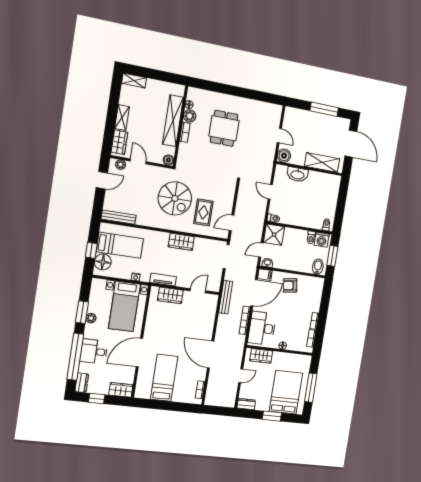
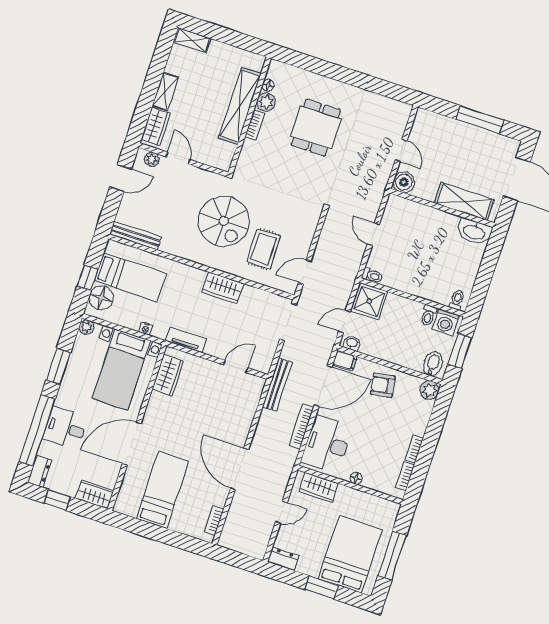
boiler: (168, 160) -> (223, 163), removed
washbasin: (297, 174) -> (474, 232), moved
plant: (318, 283) -> (429, 390), added
wardrobe: (170, 295) -> (168, 375), moved, turned -90
plant: (91, 318) -> (87, 327), moved

